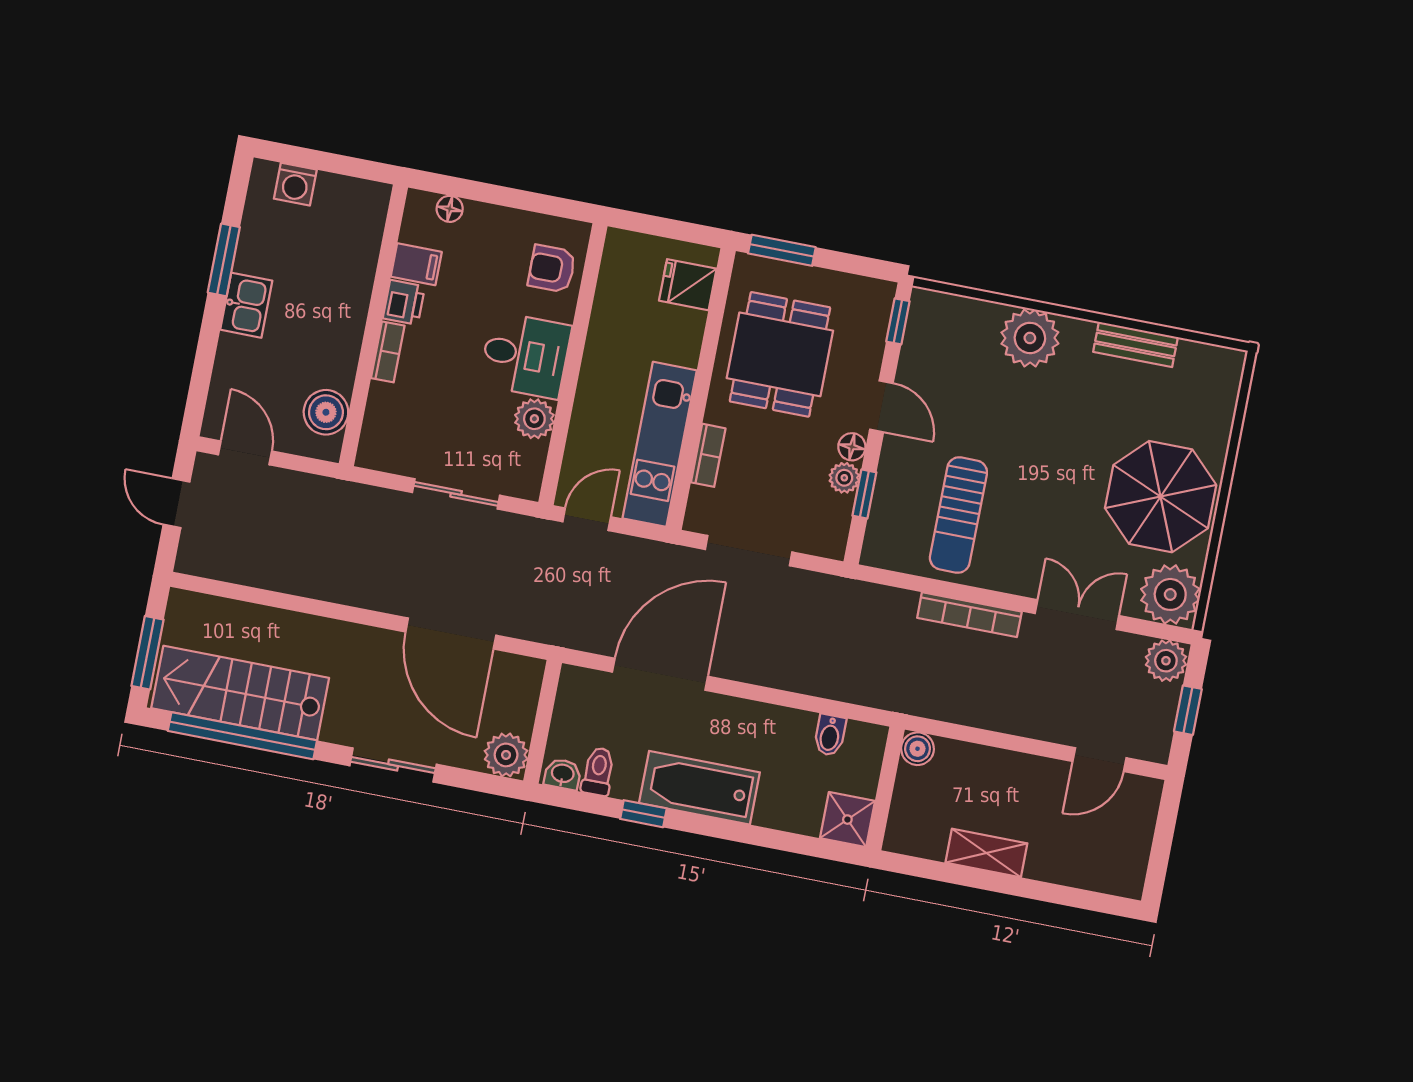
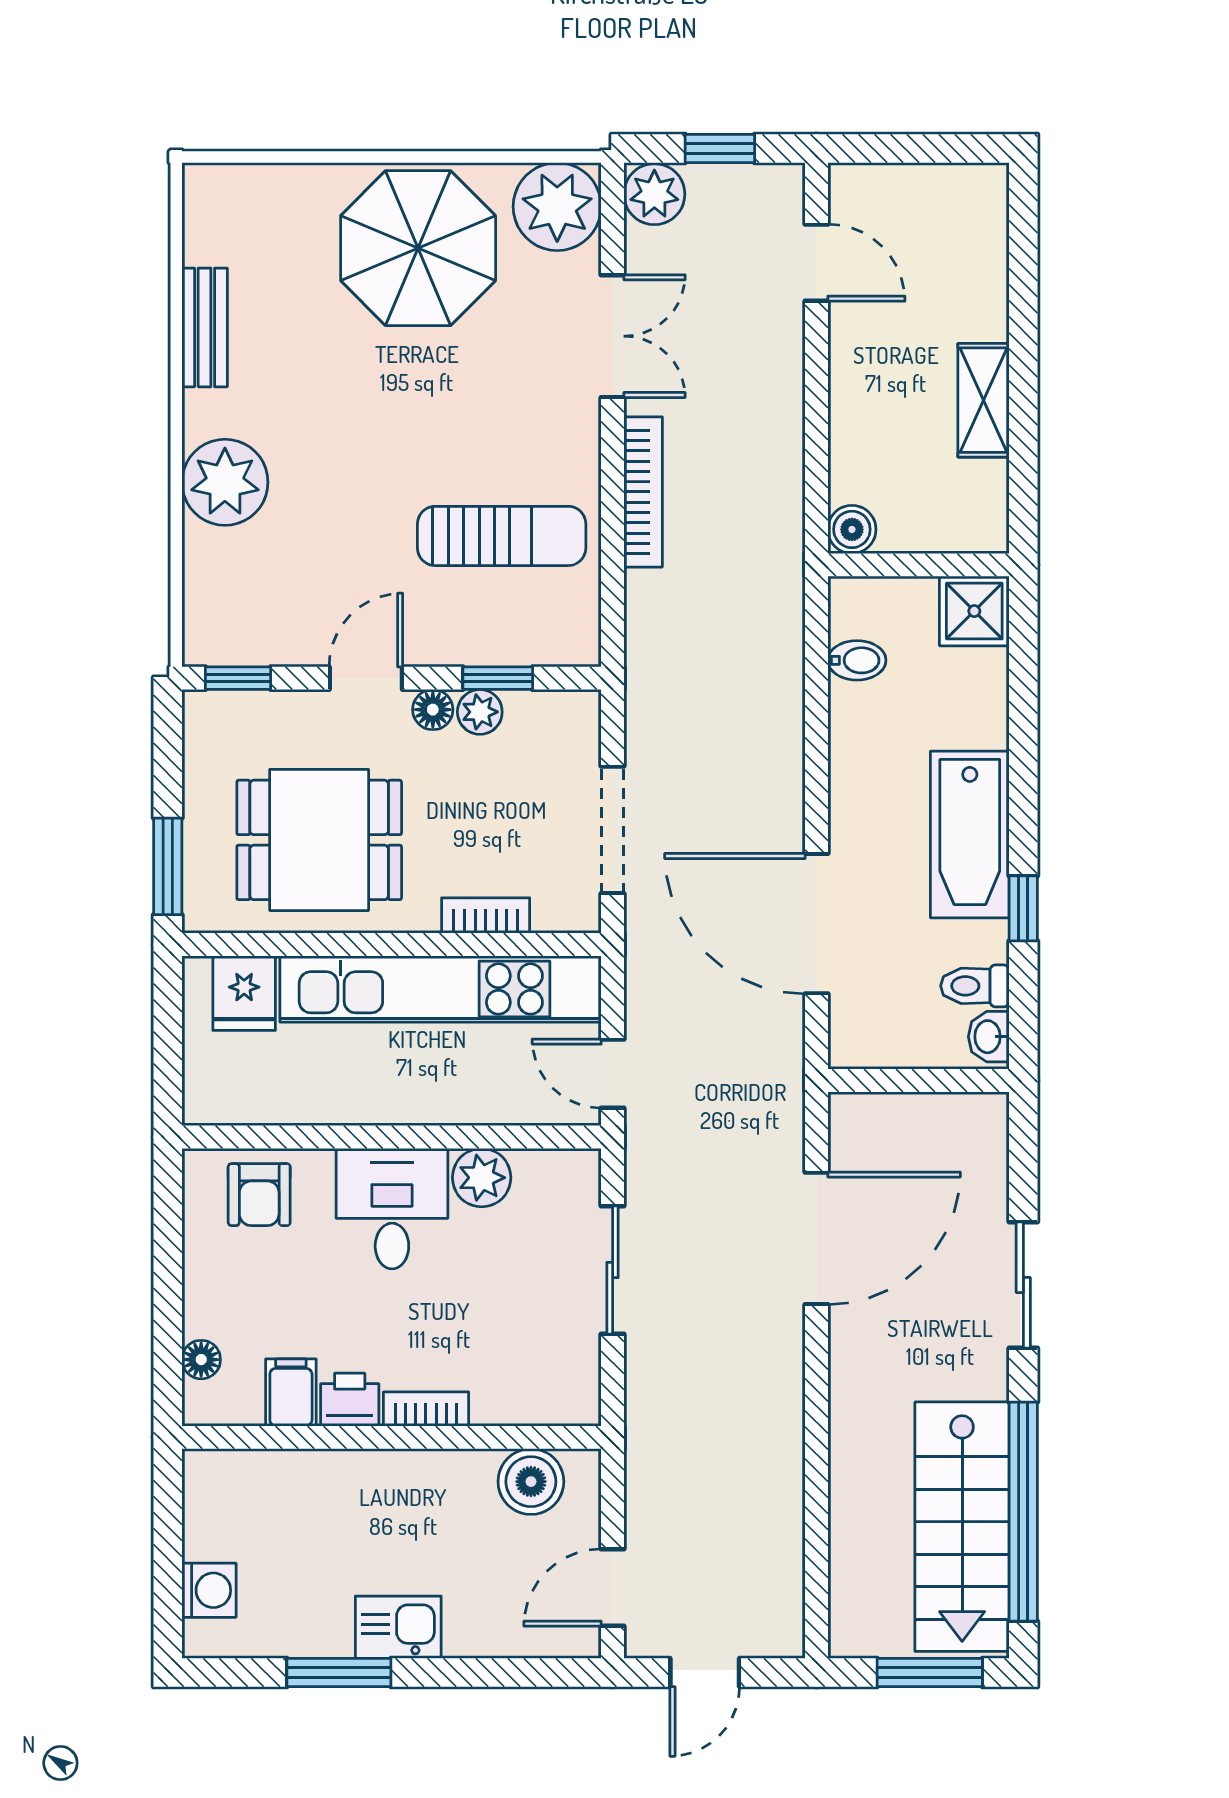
kitchen unit: (660, 444) -> (441, 989), width x1.36
double door: (1077, 615) -> (613, 336), swing flipped
plant: (506, 755) -> (977, 1124), removed

